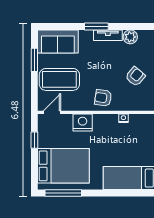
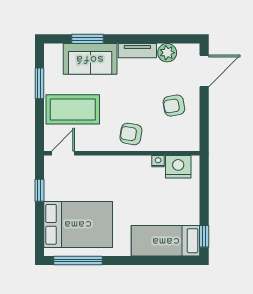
window: (96, 27) -> (88, 39), moved
sofa: (58, 42) -> (90, 59), moved
armchair: (135, 77) -> (174, 106), turned -140
nightstand: (83, 123) -> (178, 167), moved

